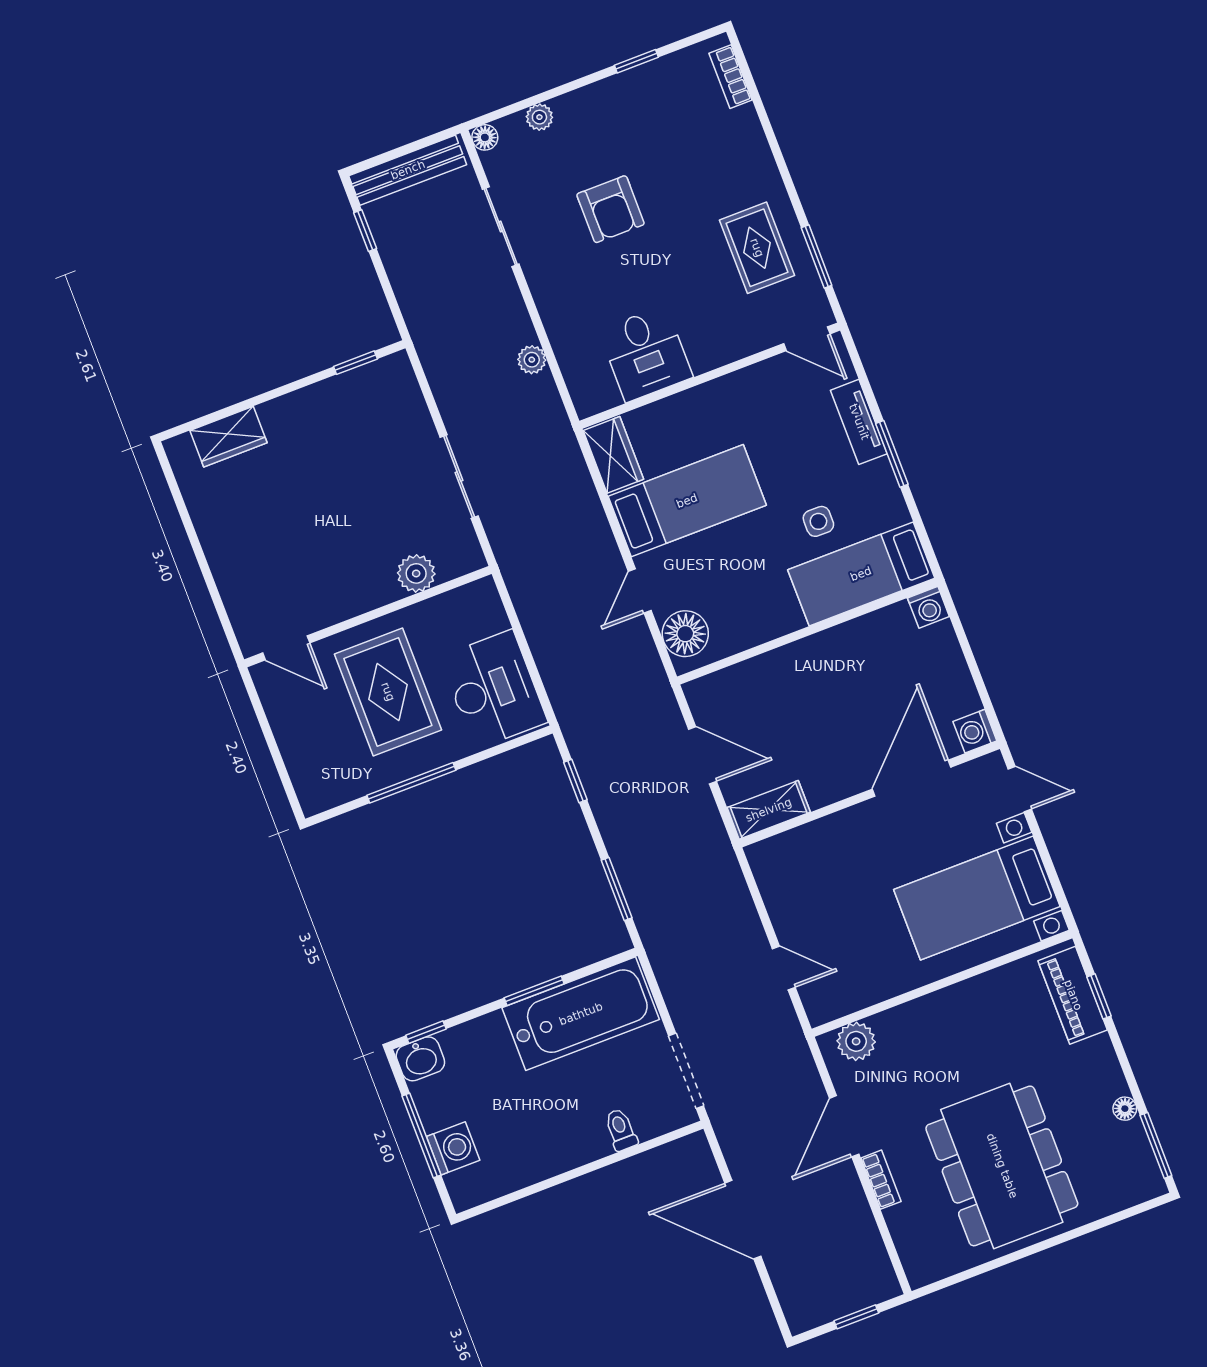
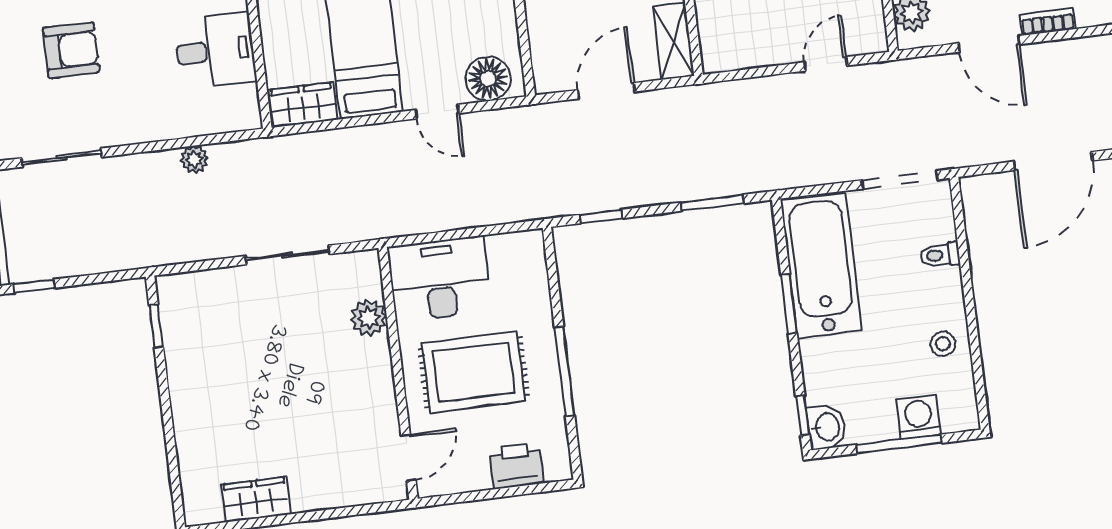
wardrobe: (229, 437) -> (256, 499), moved, turned -90
desk: (494, 689) -> (440, 279), moved
printer: (305, 758) -> (516, 466), added
stool: (532, 1155) -> (943, 344), added

